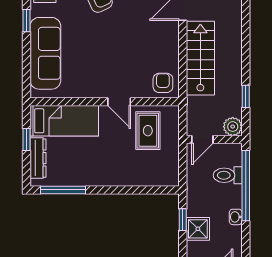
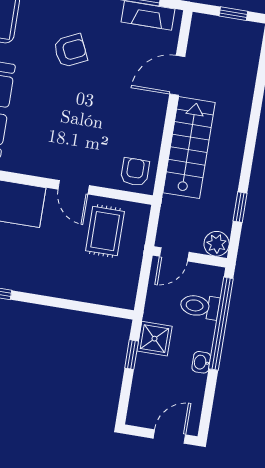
shower: (198, 229) -> (155, 339), moved

